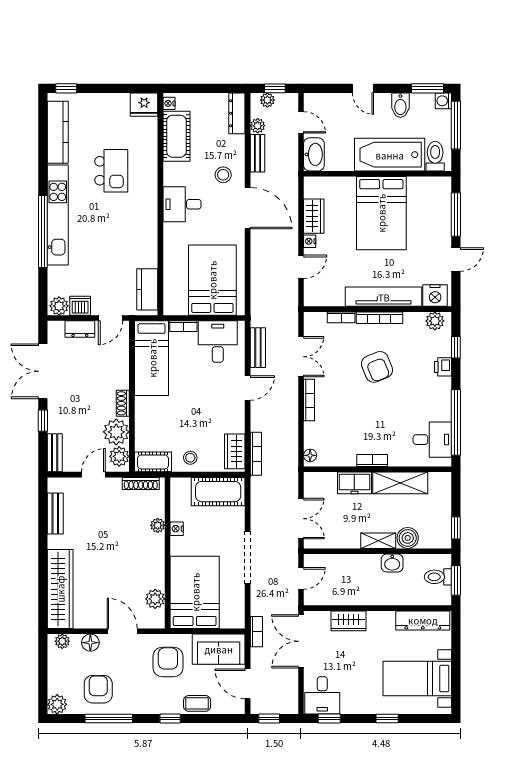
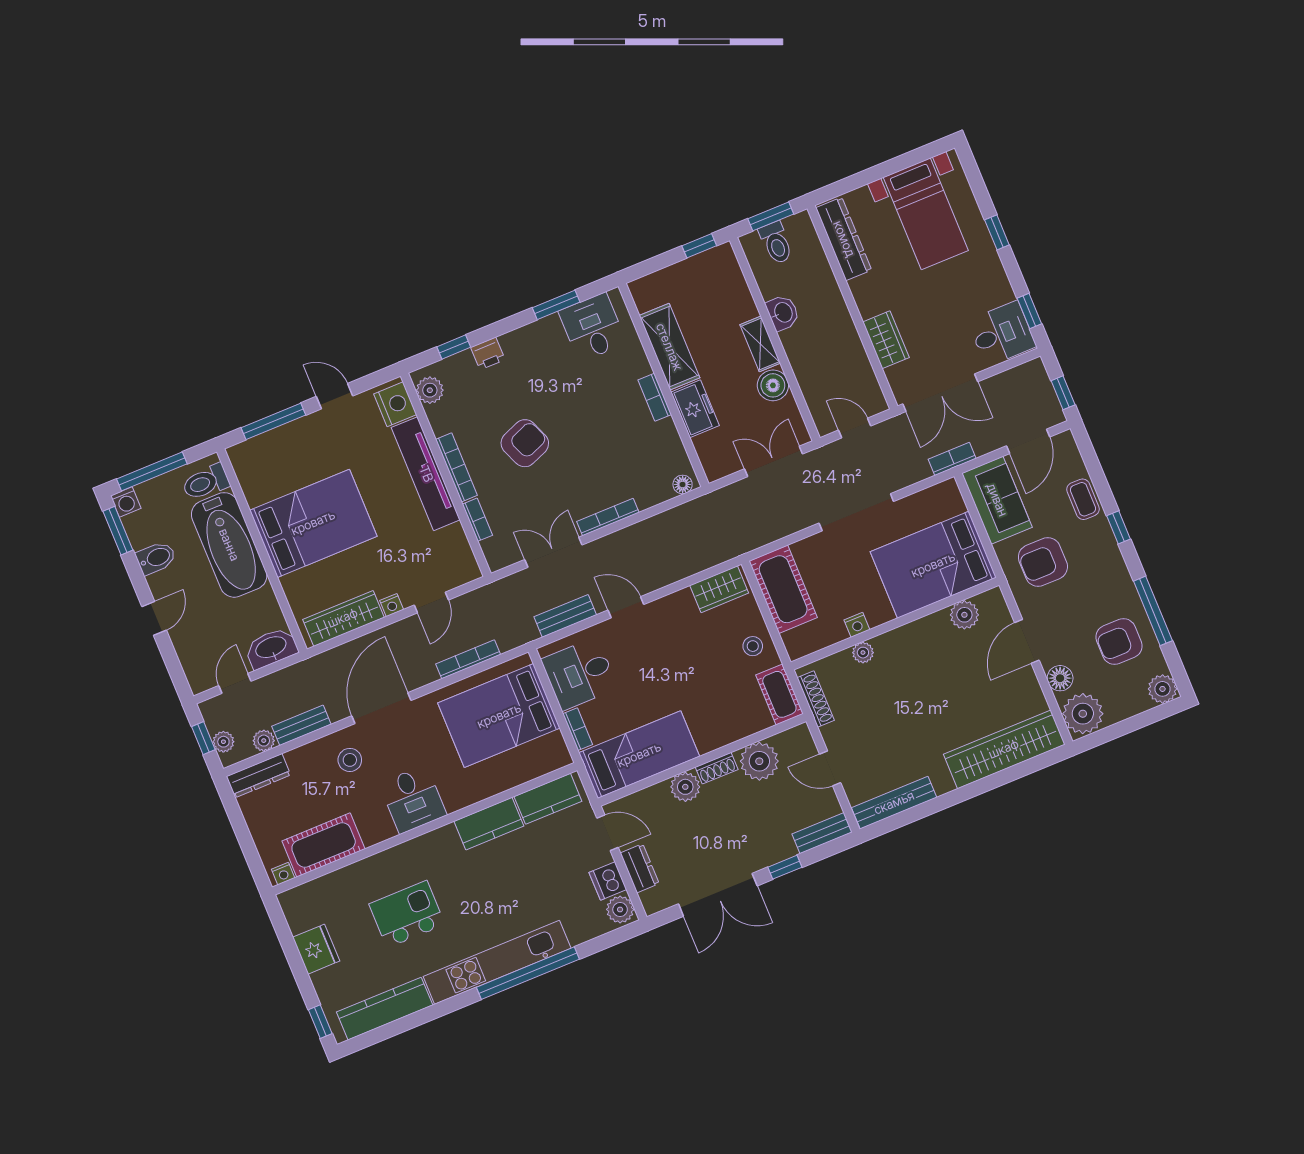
fridge: (144, 105) -> (316, 949), moved
wardrobe: (314, 216) -> (343, 618), width x1.50
kitchen counter: (147, 246) -> (489, 824), added
door: (301, 267) -> (431, 603), swing flipped
window: (456, 422) -> (556, 305), width x0.47
bookcase: (256, 454) -> (468, 659), moved
plant: (119, 456) -> (685, 787), moved
bench: (55, 514) -> (894, 803), width x1.36
boiler: (408, 538) -> (773, 385), moved
plant: (62, 641) -> (1083, 714), width x1.88, depth x1.88

